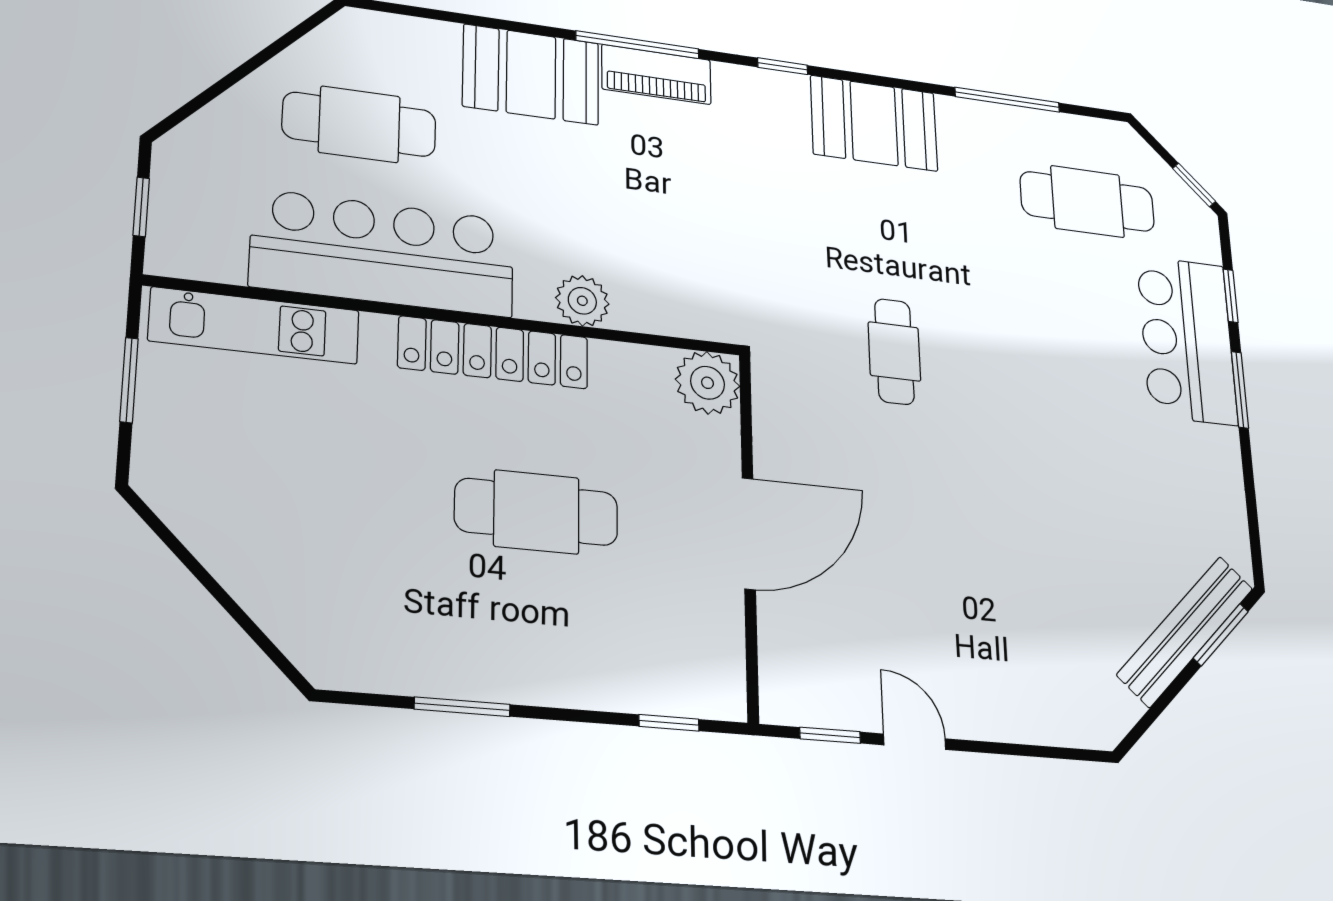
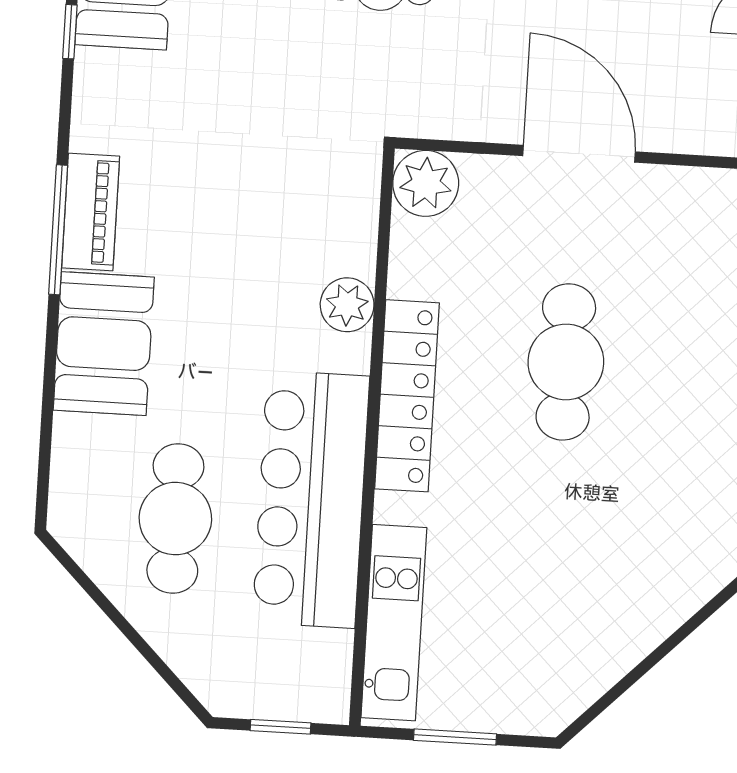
window: (783, 66) -> (70, 32), moved

